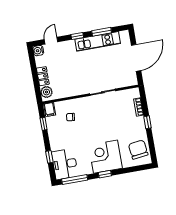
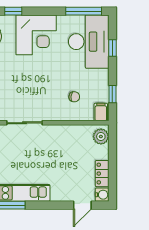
window: (77, 36) -> (46, 205), removed
locker: (43, 76) -> (102, 174), moved
desk: (65, 164) -> (89, 42), width x1.36, depth x1.30
window: (105, 174) -> (13, 11), moved

